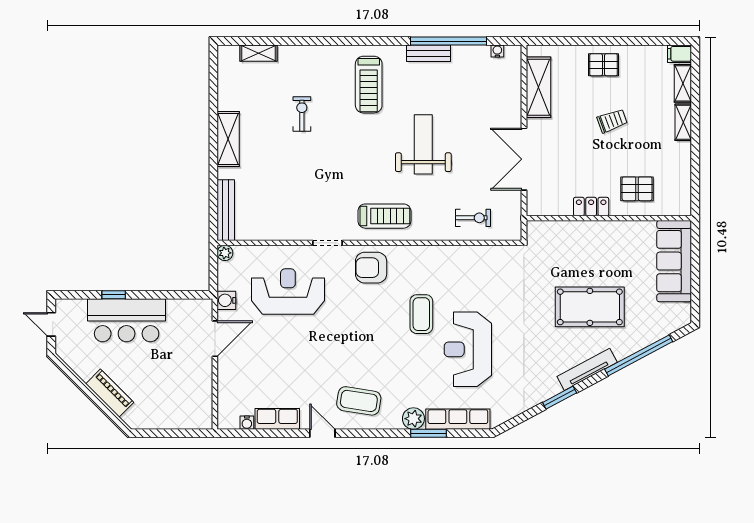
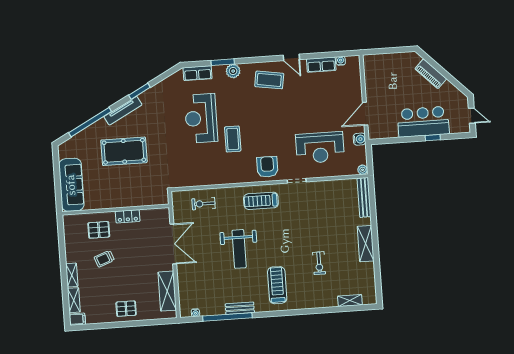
trolley: (612, 121) -> (104, 259), moved
armchair: (371, 268) -> (267, 167), turned -90
reception desk: (468, 349) -> (201, 118), turned 180
row of seats: (458, 419) -> (198, 73), width x0.68

